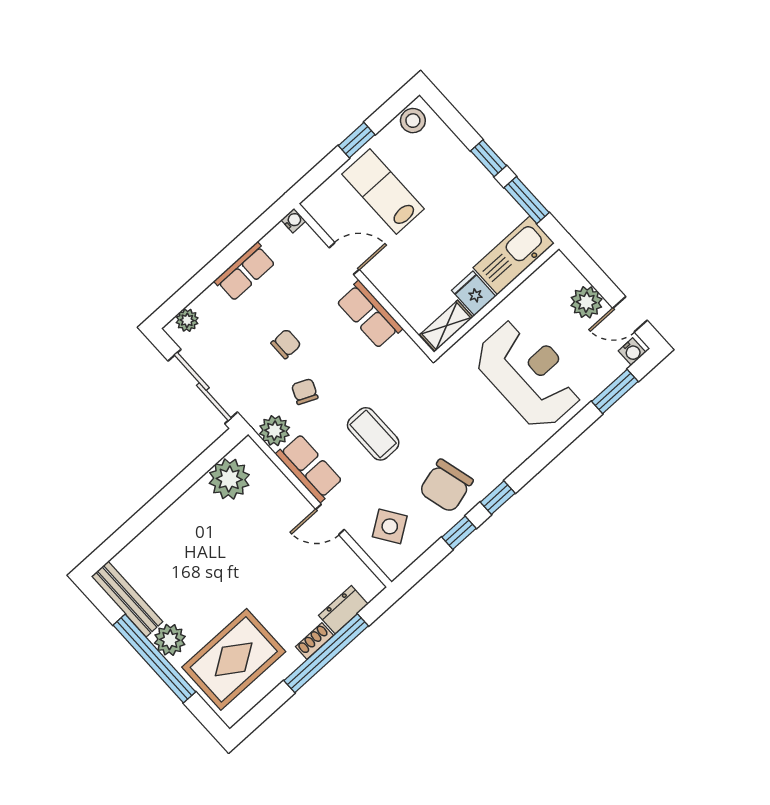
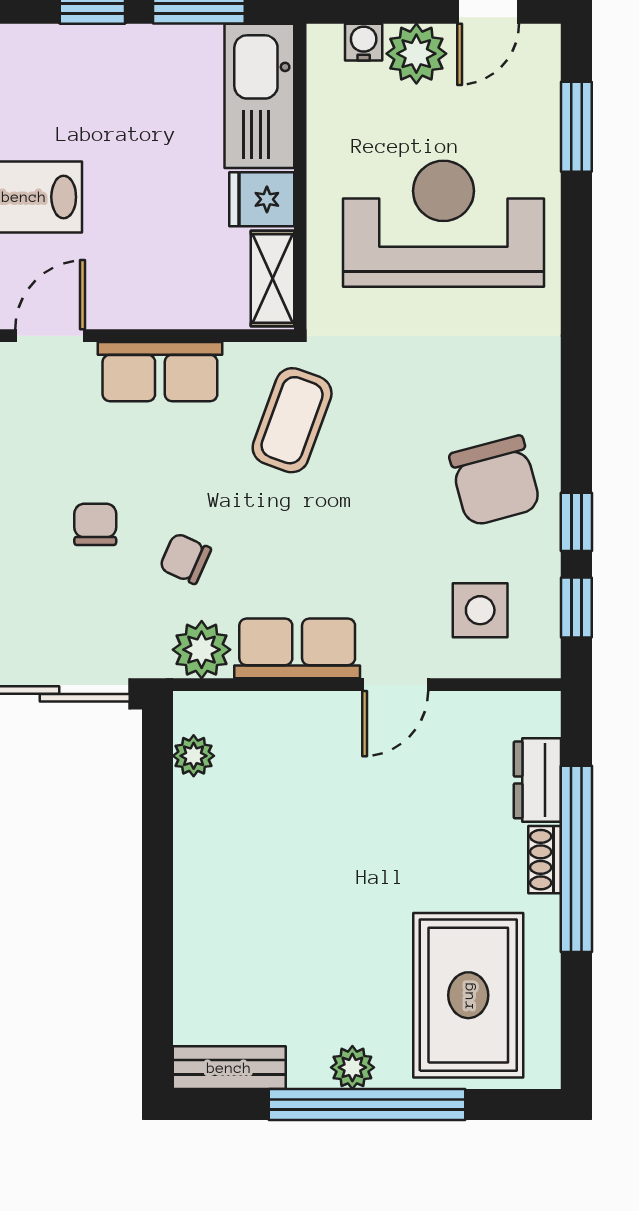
water cooler: (632, 351) -> (364, 42), moved, turned -90
coffee table: (373, 434) -> (292, 420), moved, turned -70
plant: (229, 479) -> (194, 756), width x0.53, depth x0.53
window: (498, 498) -> (576, 607), moved
side table: (390, 526) -> (480, 610), turned 34
bench: (127, 599) -> (229, 1068), width x0.73
plant: (170, 640) -> (352, 1067), width x0.73, depth x0.73

